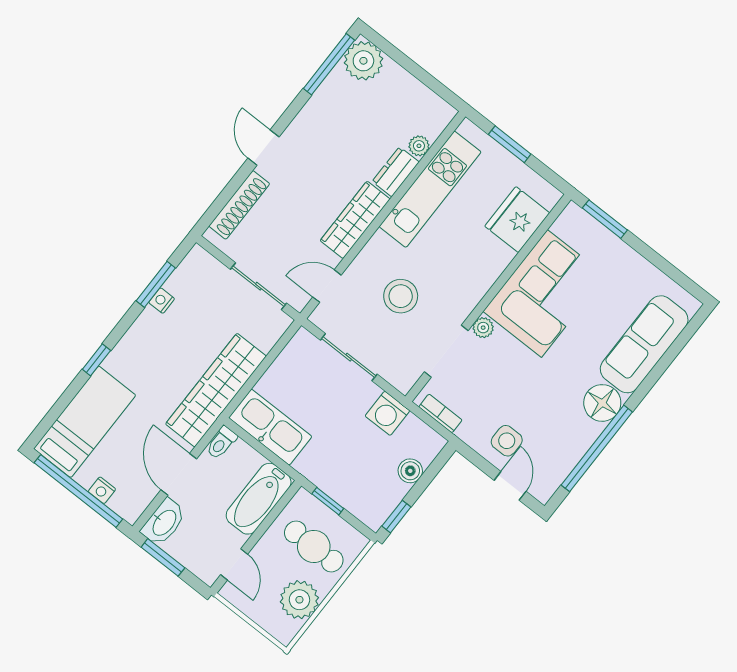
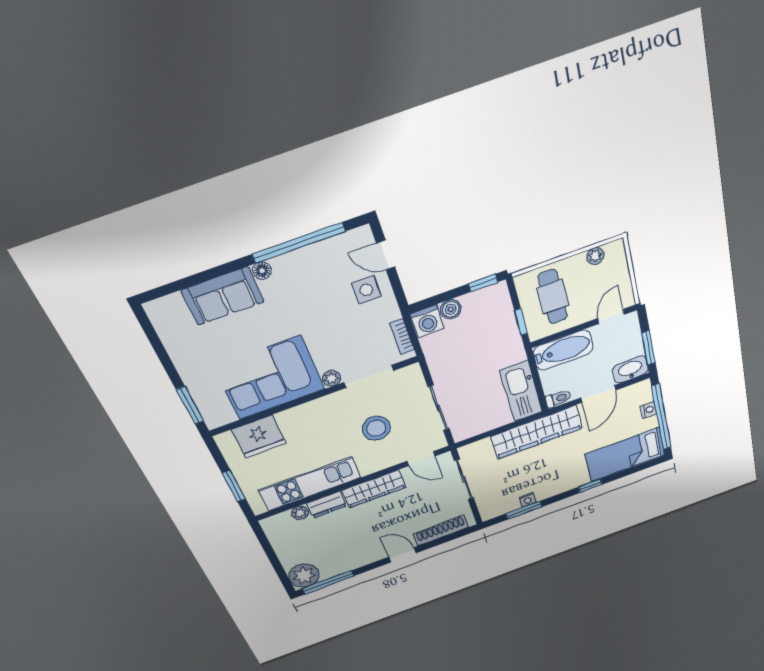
door: (263, 148) -> (402, 555), swing flipped
sofa: (644, 344) -> (223, 296), width x0.73
floor lamp: (602, 403) -> (262, 271), width x0.53, depth x0.53
washing machine: (387, 413) -> (427, 321), moved, turned 90
door: (510, 486) -> (386, 255), hinge flipped
plant: (299, 600) -> (595, 256), width x0.53, depth x0.53

